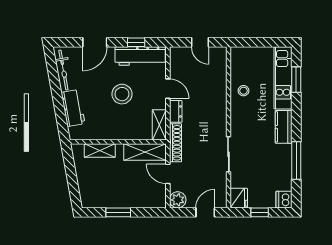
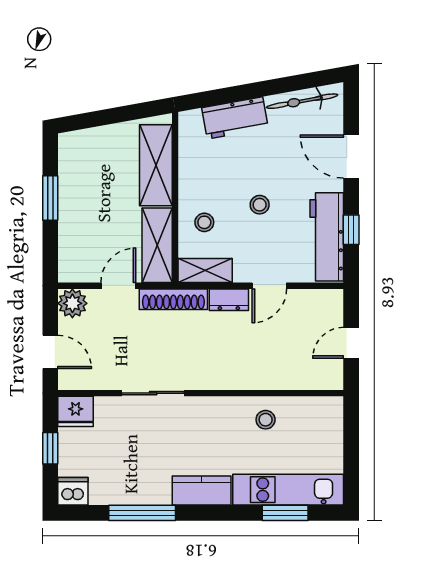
stool: (122, 94) -> (260, 205), width x0.53, depth x0.53
stool: (132, 125) -> (204, 222), added
shelving: (100, 150) -> (156, 165), width x1.50, depth x1.33

